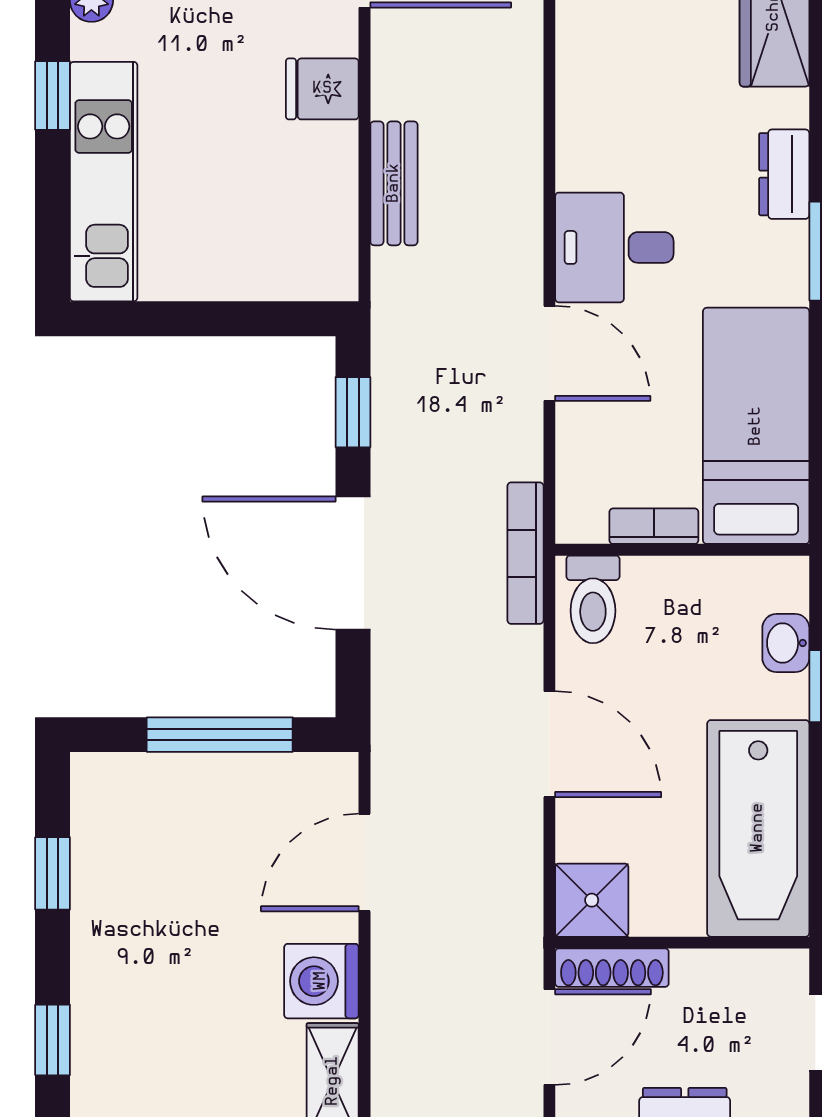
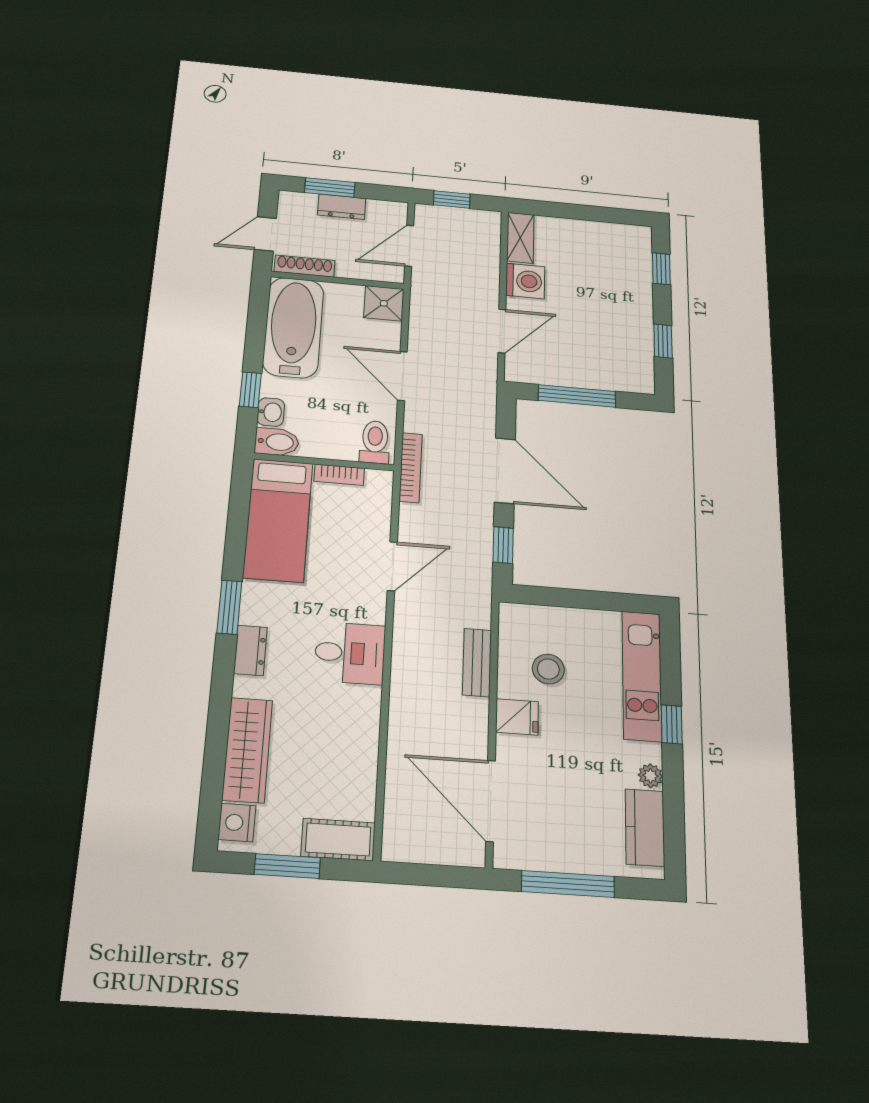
stool: (269, 181) -> (548, 669), added
desk: (614, 247) -> (350, 653), moved
door: (549, 353) -> (392, 566), swing flipped
bidet: (770, 582) -> (277, 442), added
shoe rack: (612, 968) -> (305, 266), moved

